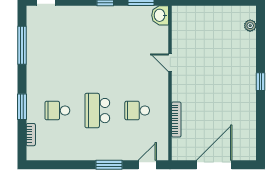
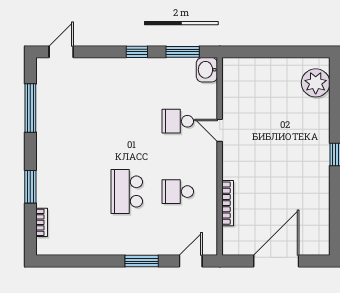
plant: (250, 26) -> (316, 83), width x1.88, depth x1.88
school desk: (57, 111) -> (178, 121), moved

